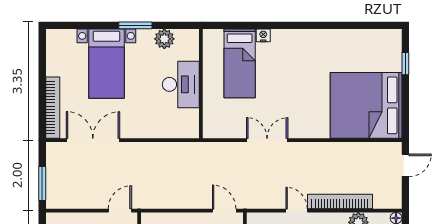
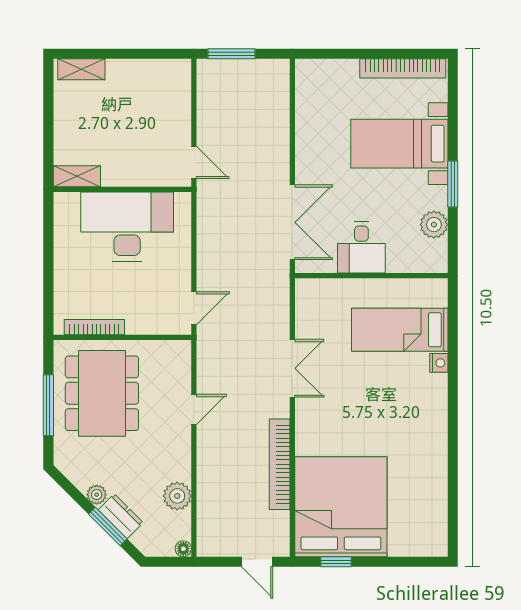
window: (405, 64) -> (336, 562), moved
desk: (181, 84) -> (361, 248), width x0.73
bookcase: (53, 108) -> (403, 68), moved
double door: (93, 140) -> (292, 222), moved
bookcase: (340, 201) -> (280, 464), moved, turned 180

